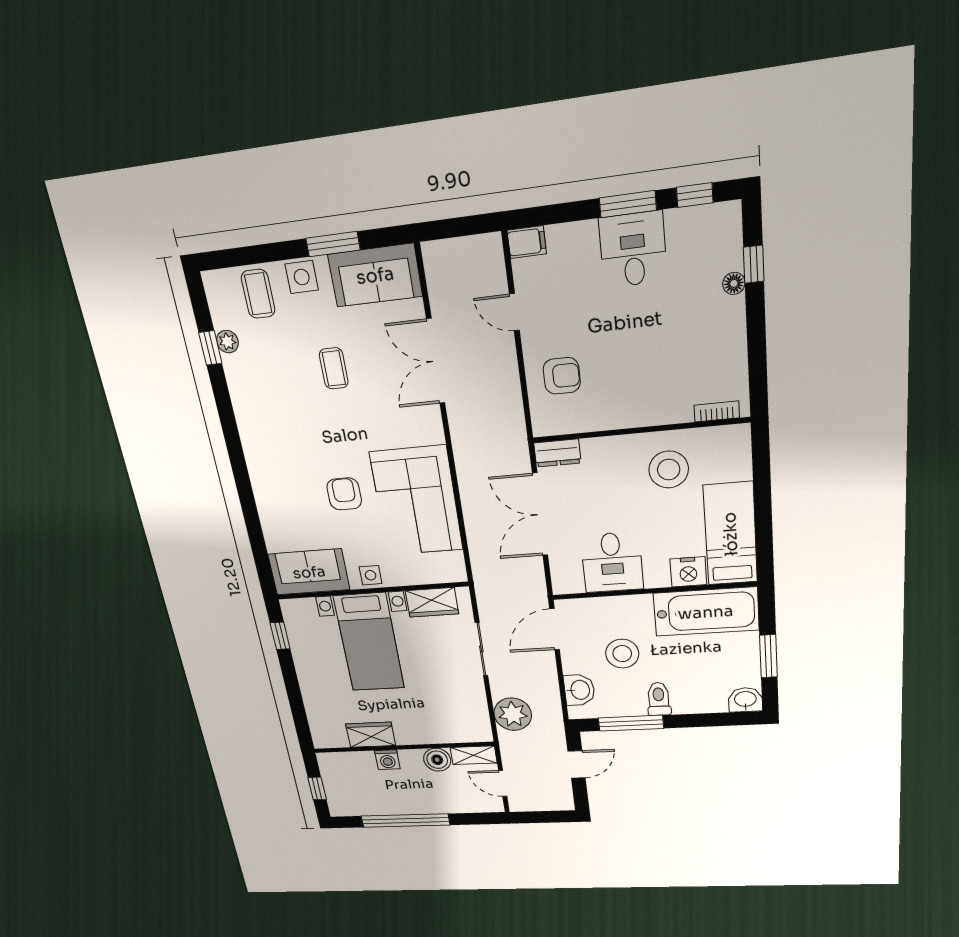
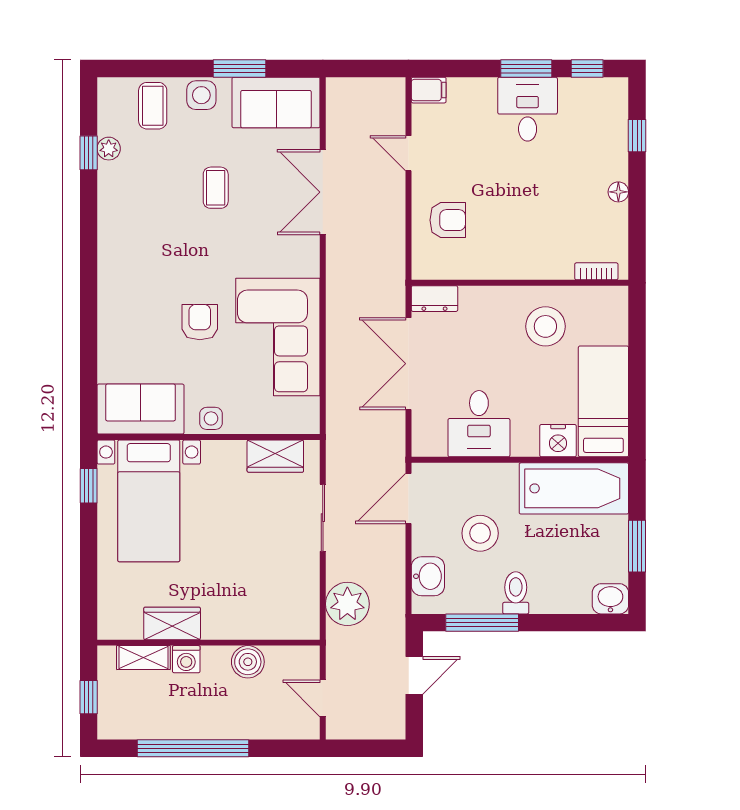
floor lamp: (734, 283) -> (618, 192), moved
bed with nightstands: (369, 642) -> (149, 501), moved
shelving: (474, 755) -> (143, 658), moved

